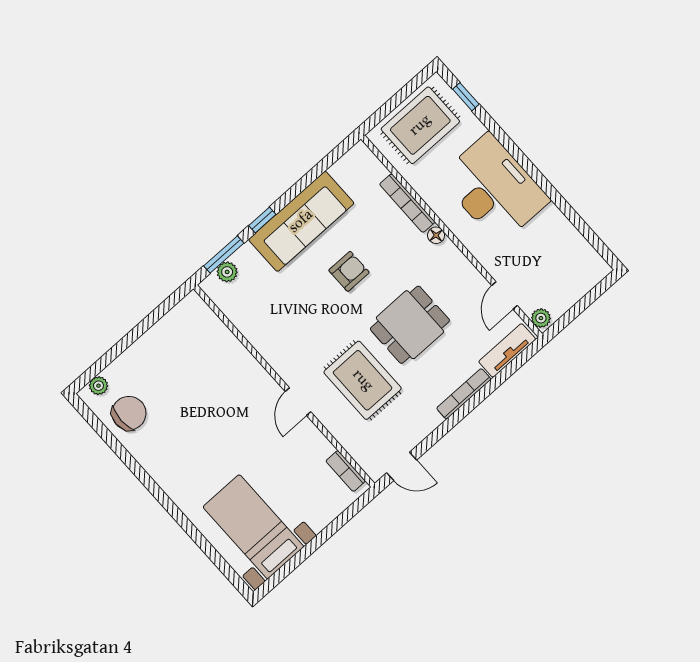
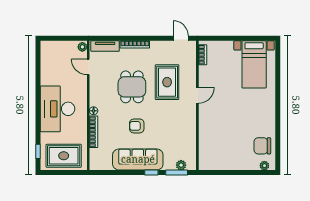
door: (504, 295) -> (88, 67), swing flipped
dining table: (410, 325) -> (132, 87), turned 90

